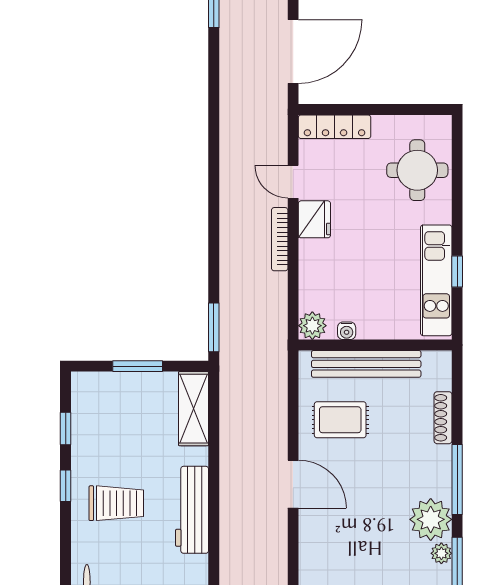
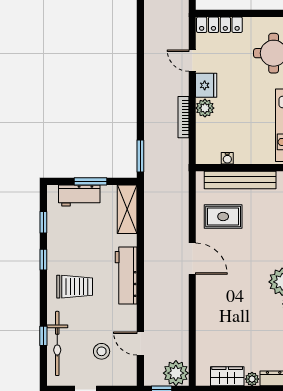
bookcase: (280, 239) -> (183, 117), moved
plant: (312, 326) -> (205, 108), moved
workbench: (120, 388) -> (79, 196), added
trolley: (116, 503) -> (75, 287), moved

